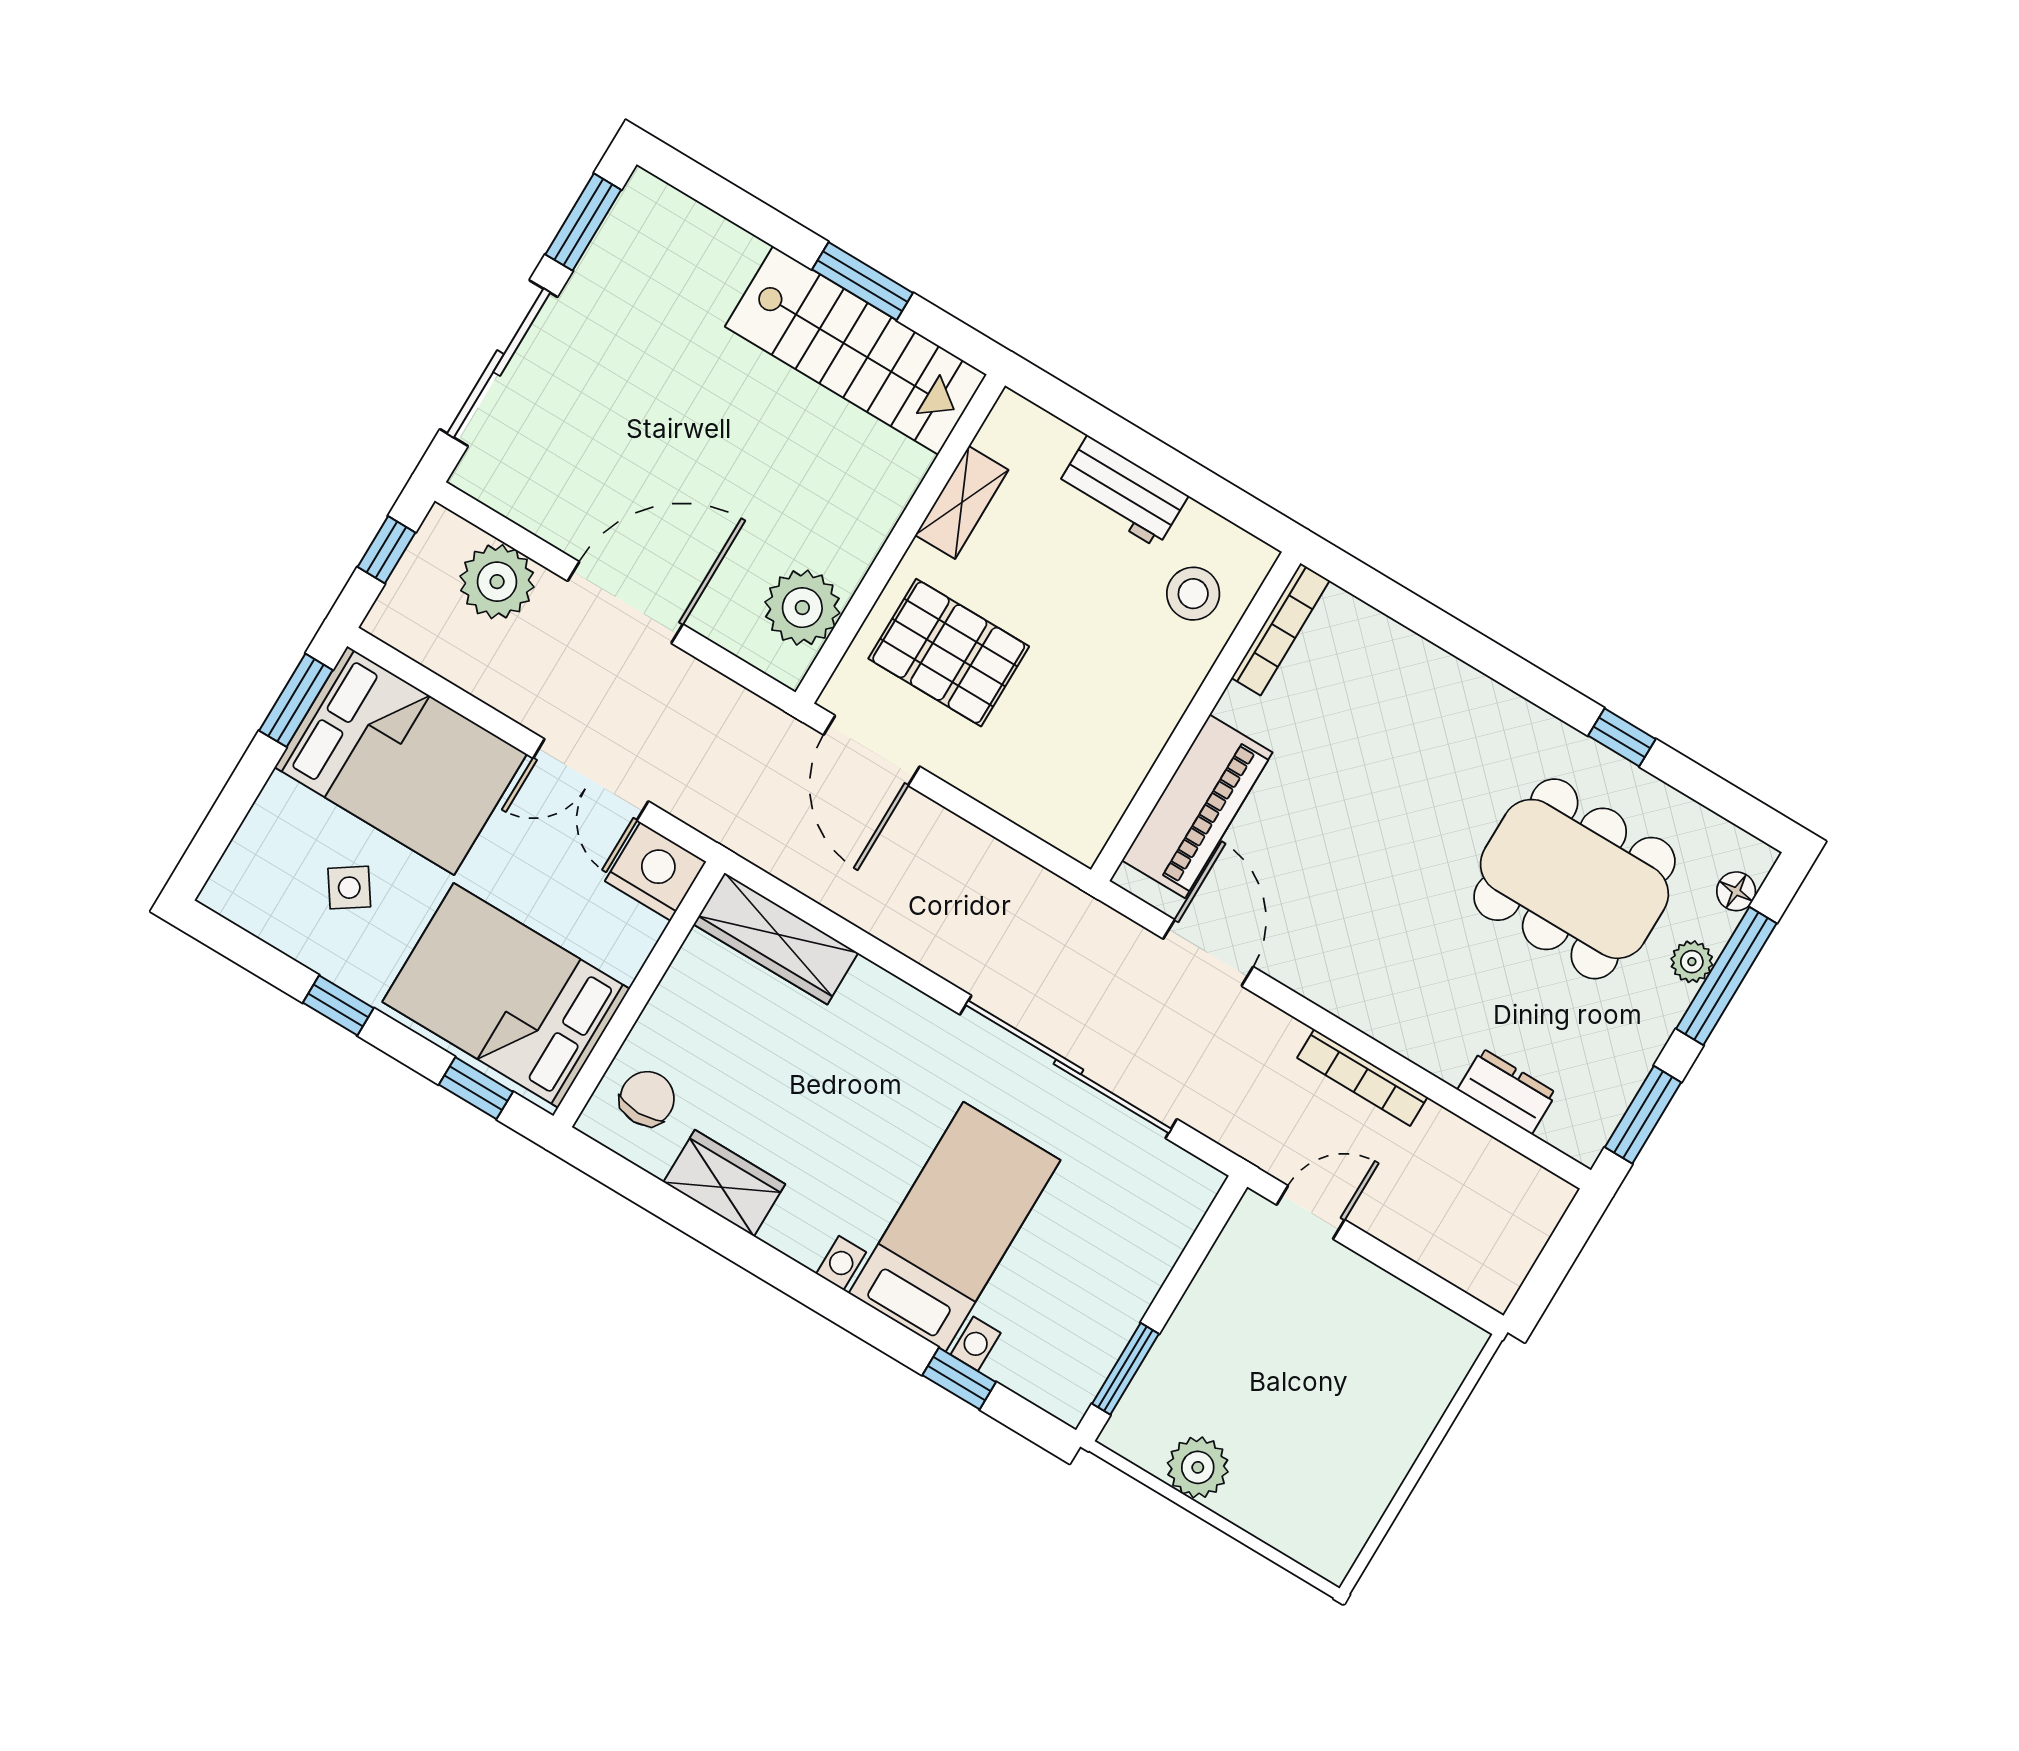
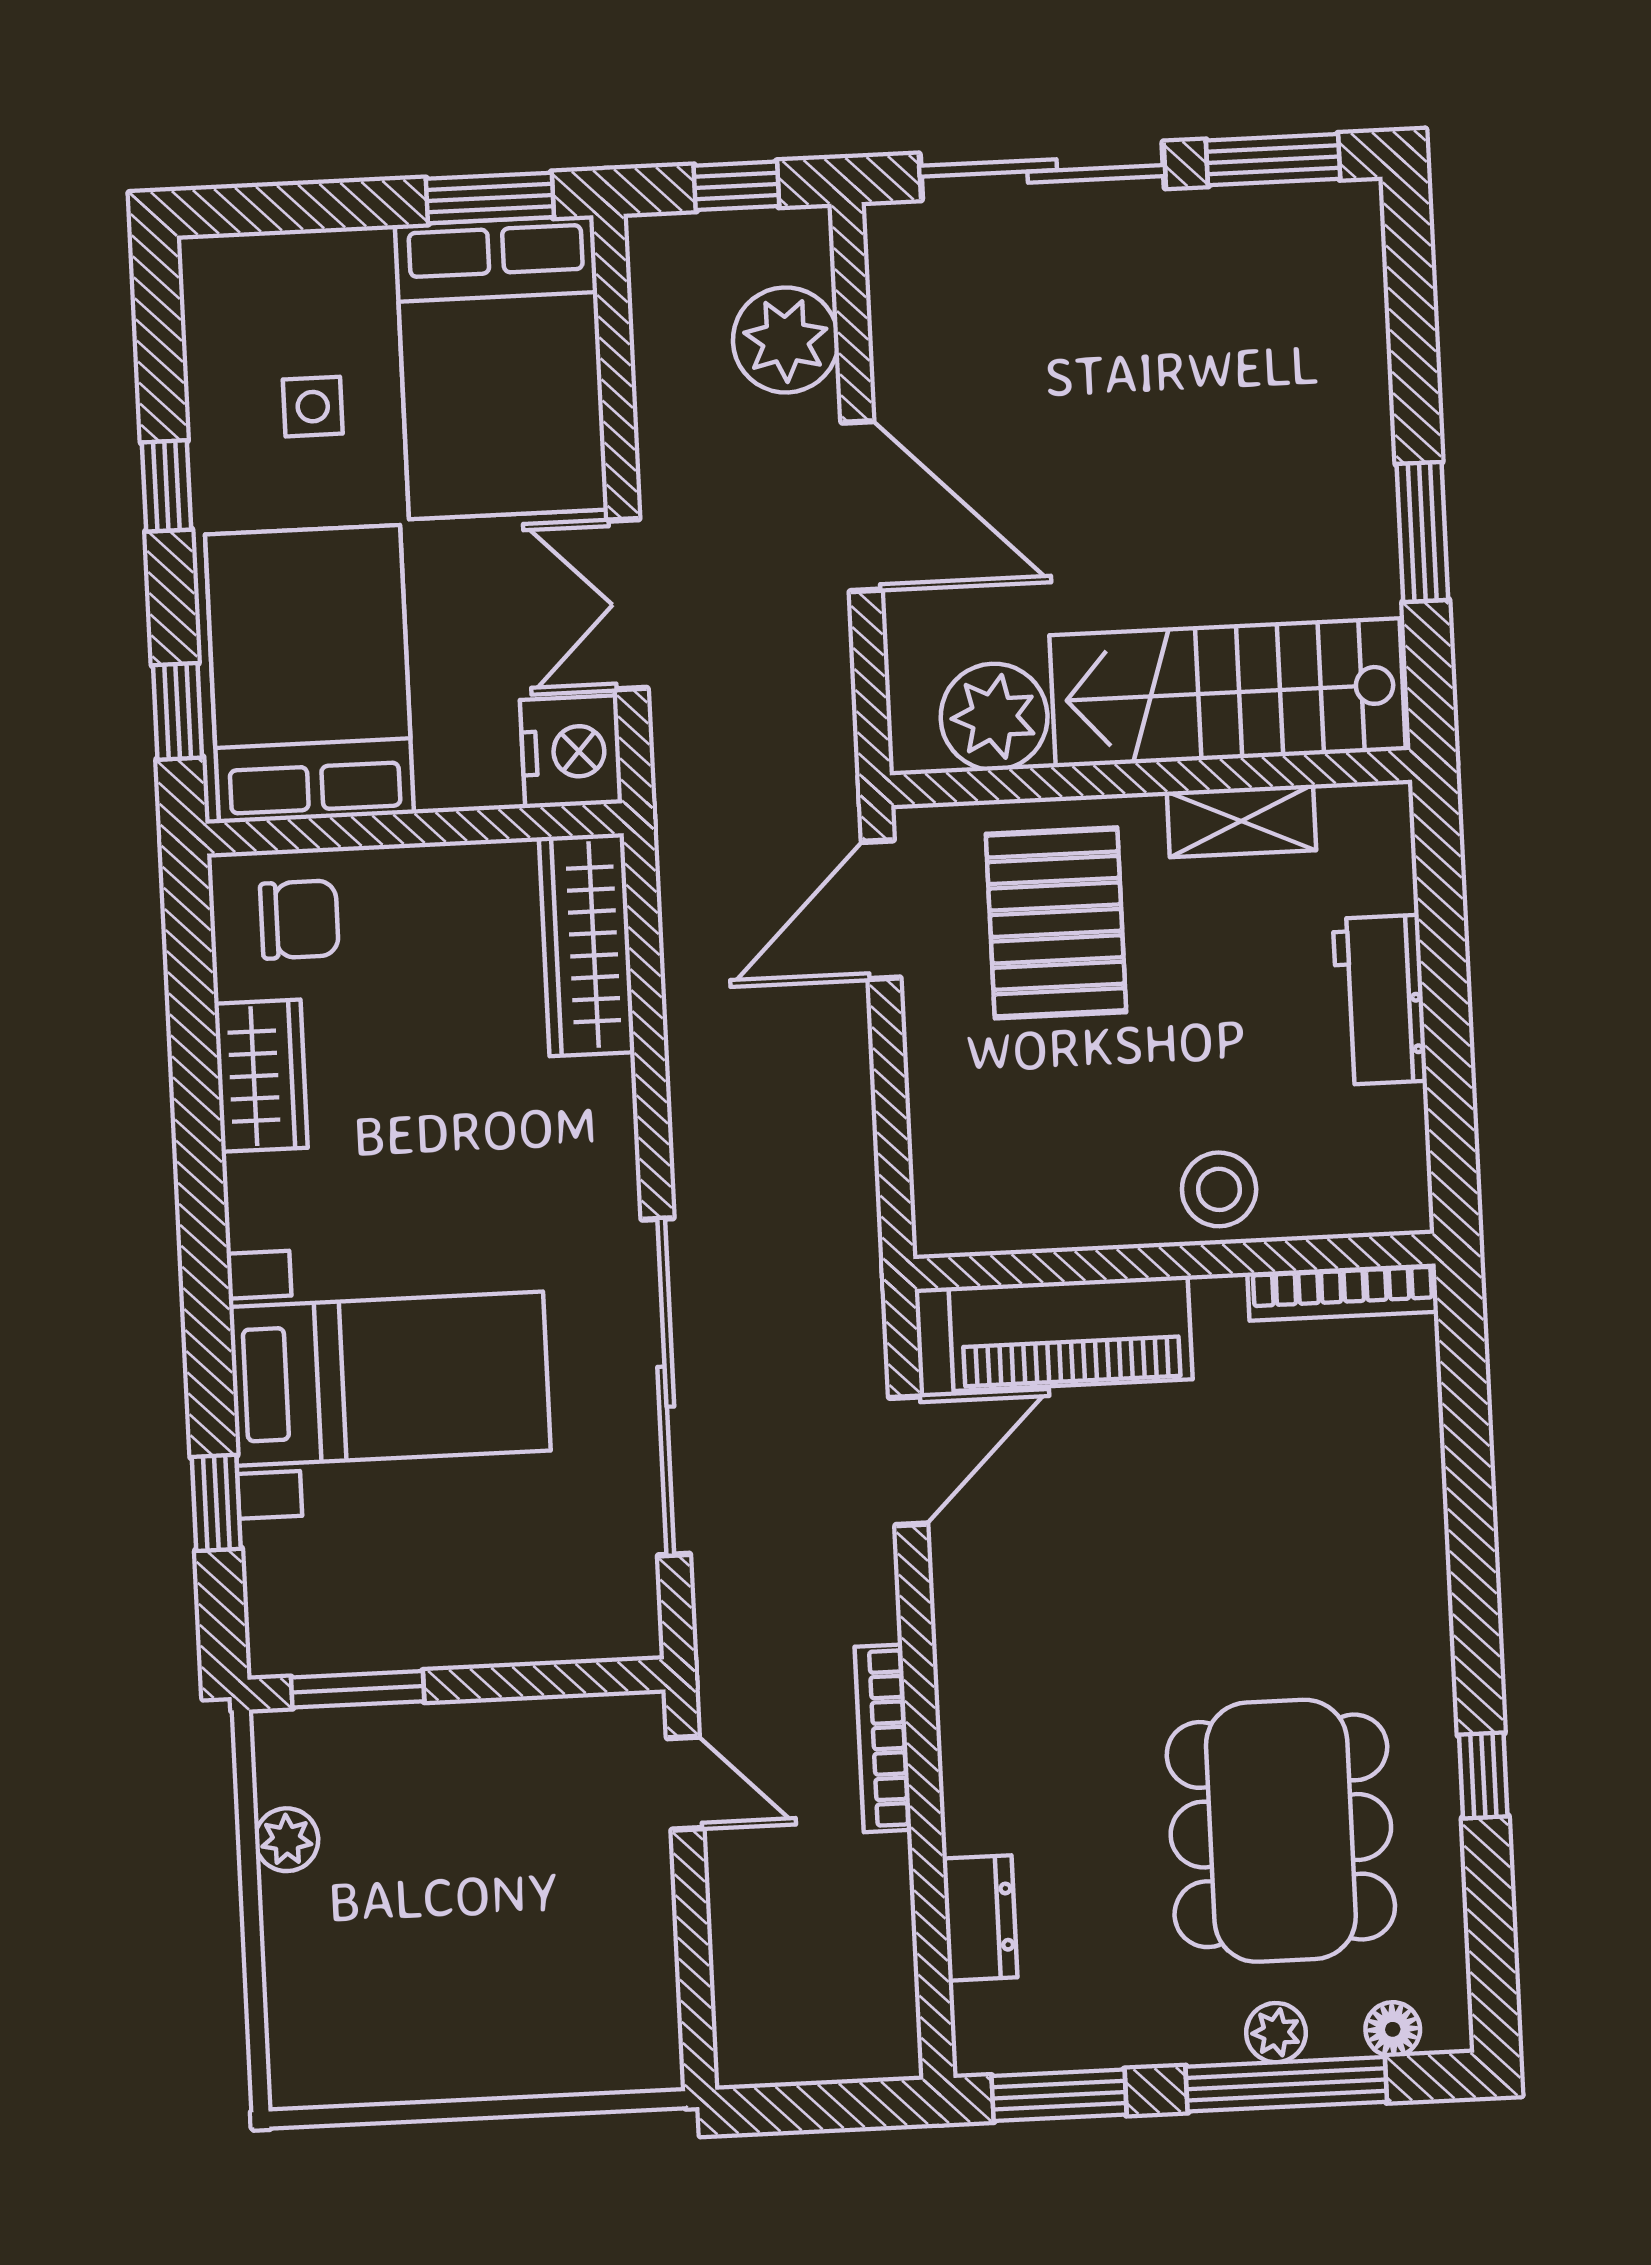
stairs: (856, 350) -> (1228, 693), moved, turned 90
stool: (1193, 594) -> (1219, 1189), moved
side table: (349, 888) -> (313, 407), turned 34
plant: (1198, 1467) -> (287, 1840), width x0.73, depth x0.73

